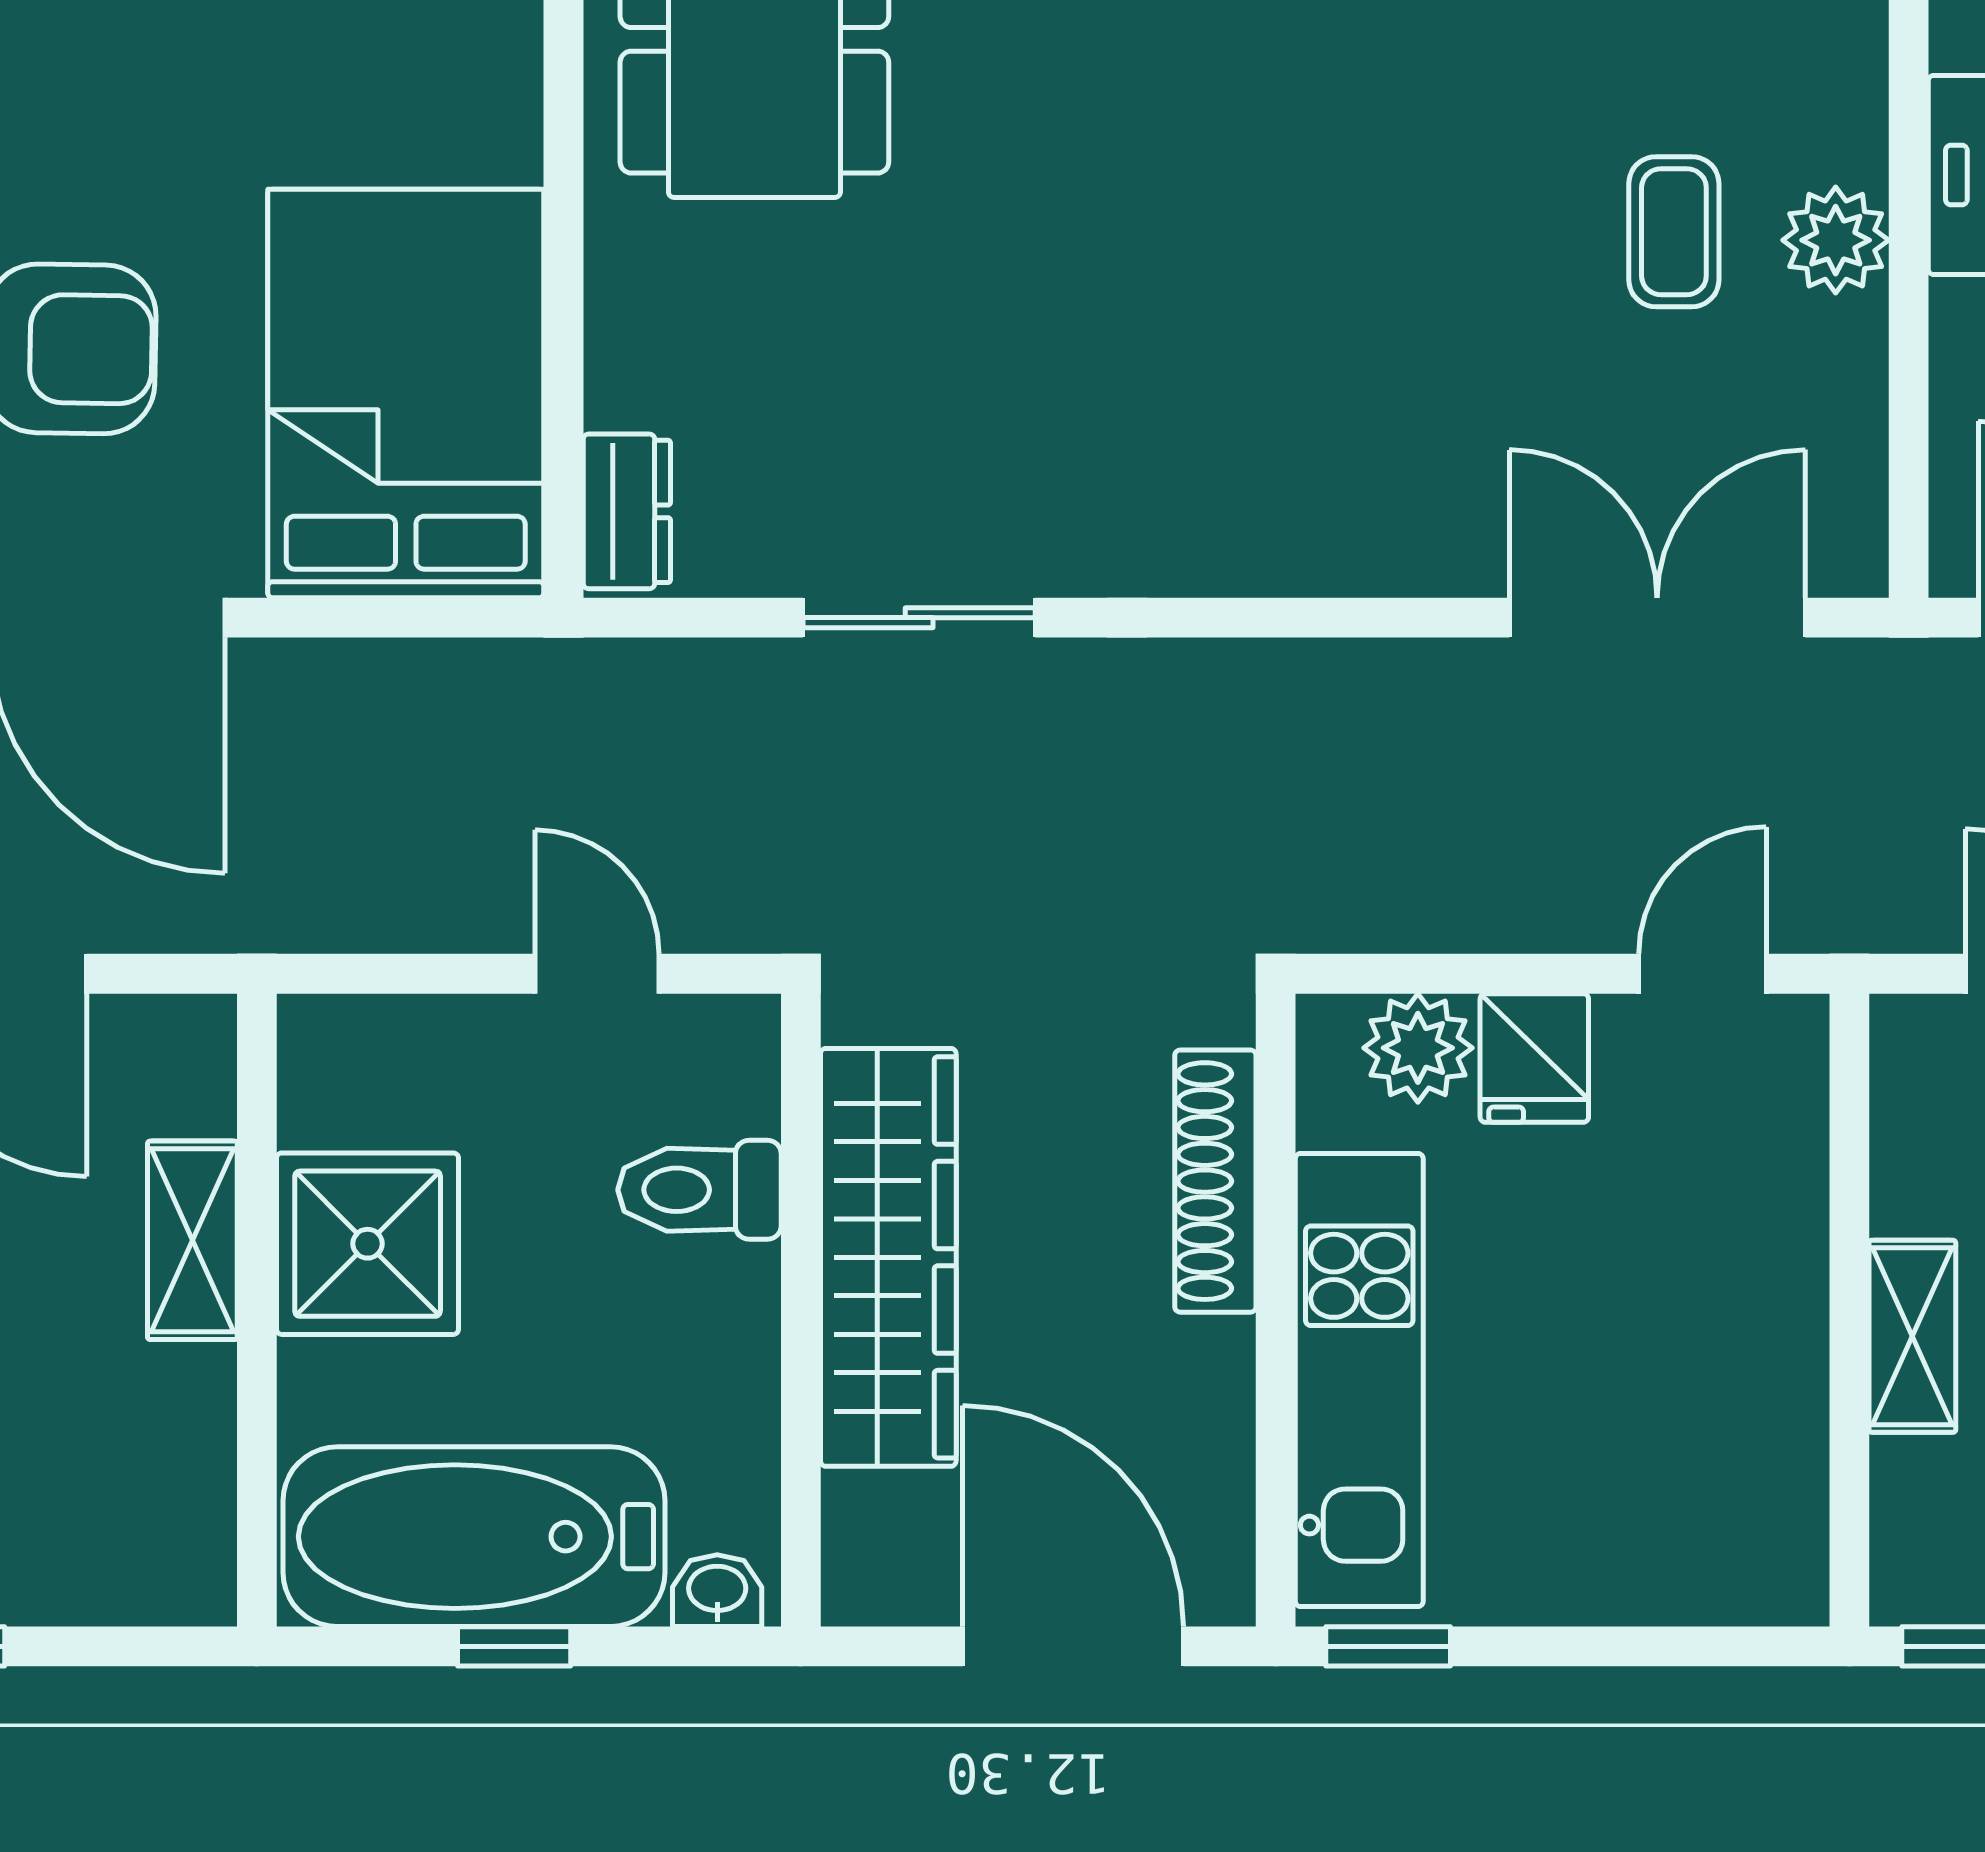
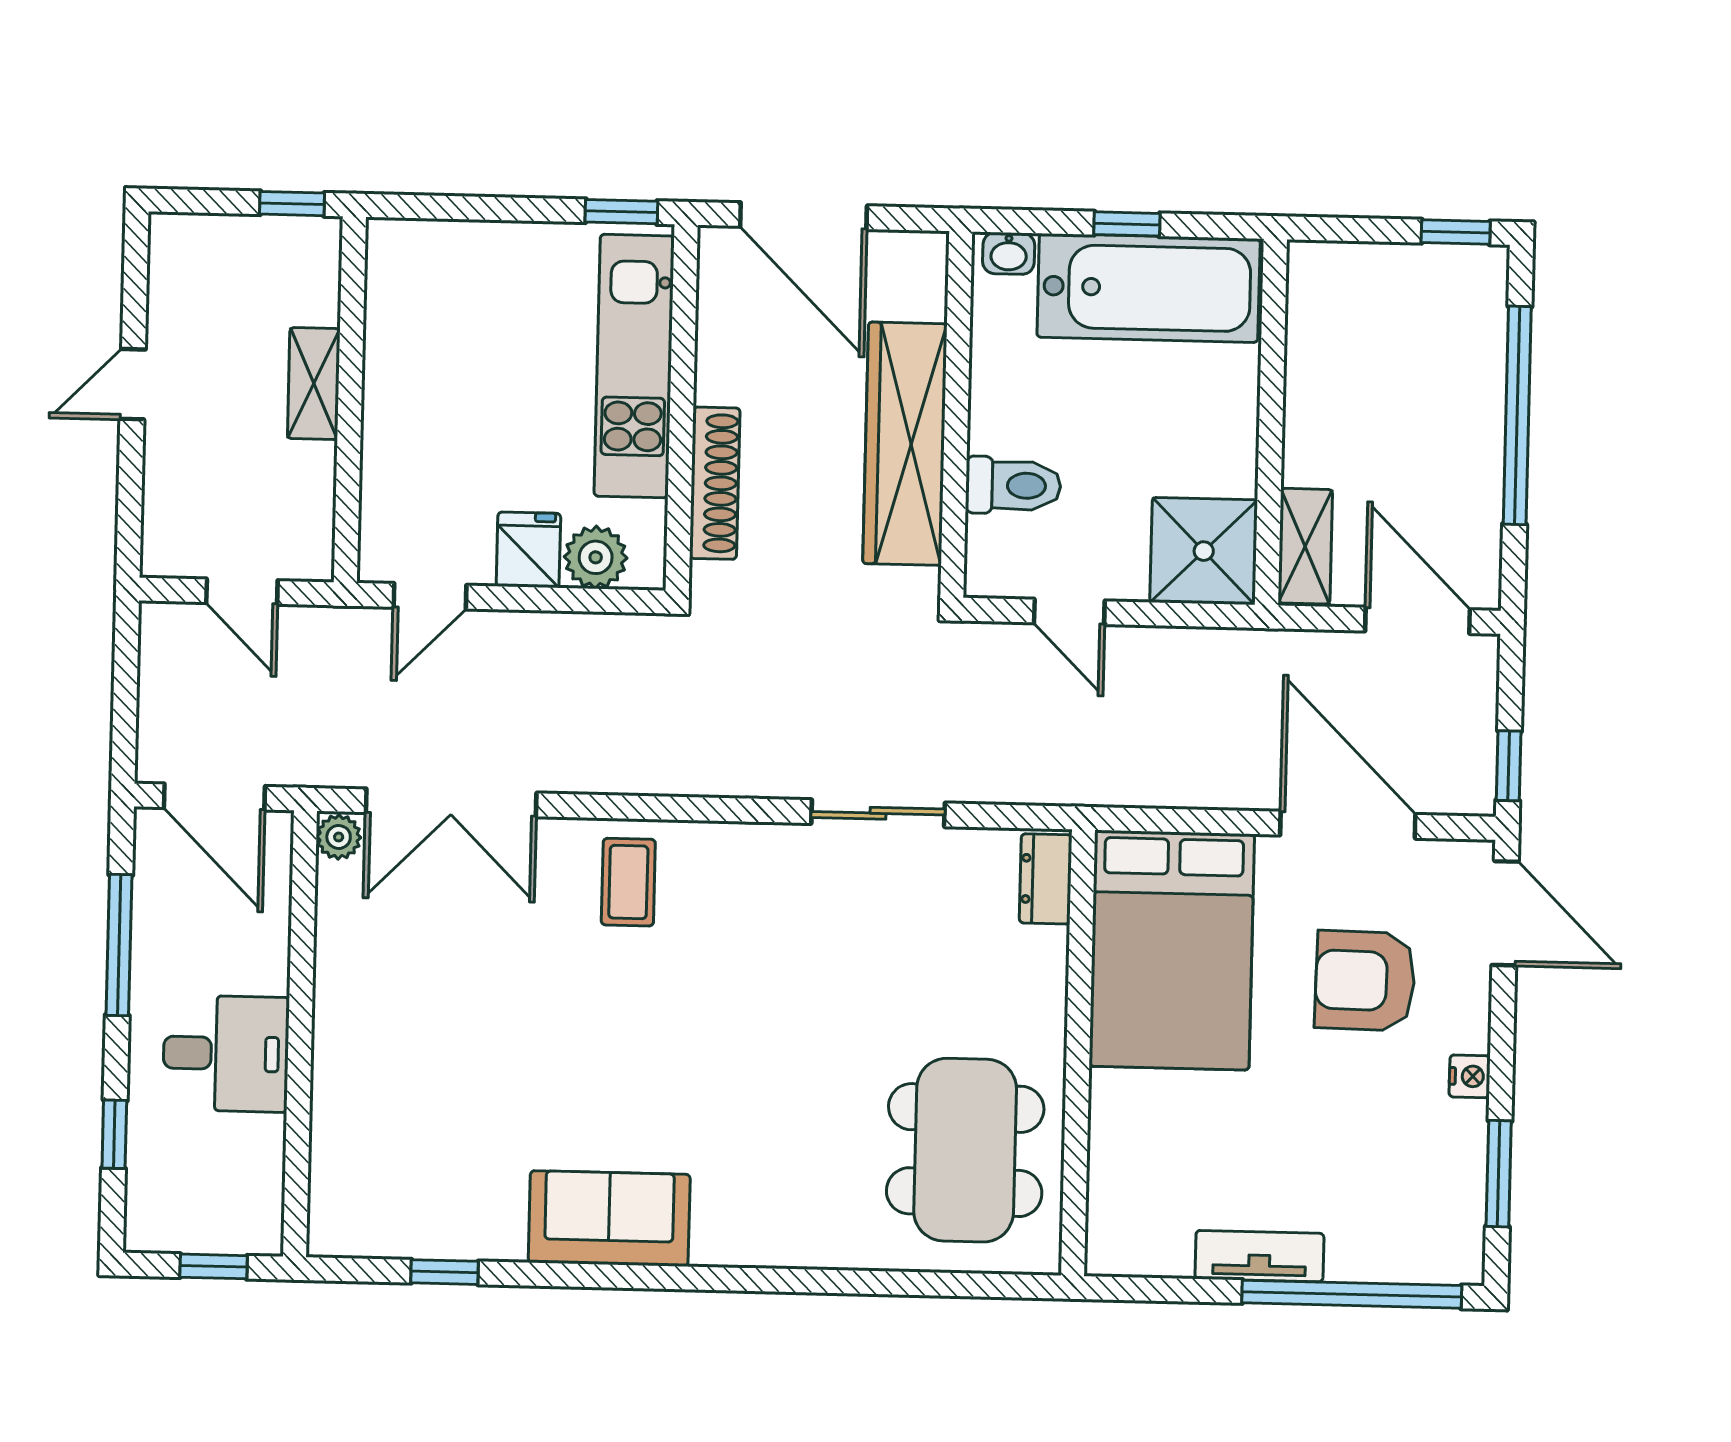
coffee table: (1674, 232) -> (628, 882), moved
plant: (1836, 240) -> (339, 837), moved, width x0.73, depth x0.73
shelving: (192, 1240) -> (1305, 546), moved
shower: (368, 1244) -> (1204, 551), moved

